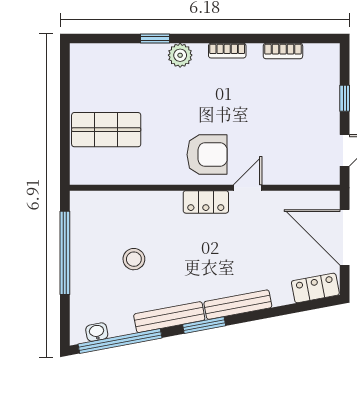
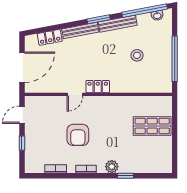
armchair: (207, 155) -> (78, 135), moved, turned -90
door: (345, 237) -> (22, 67), hinge flipped
locker: (315, 288) -> (50, 37), moved

